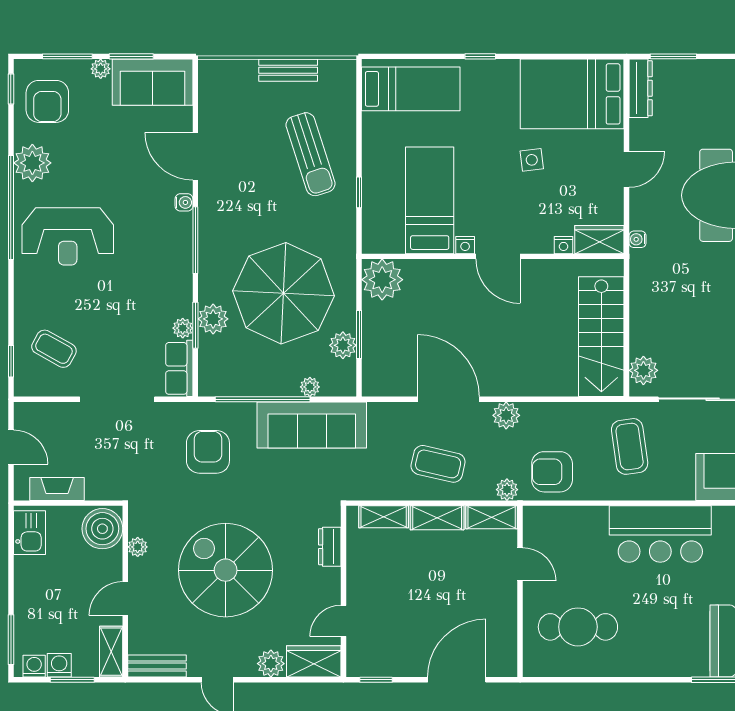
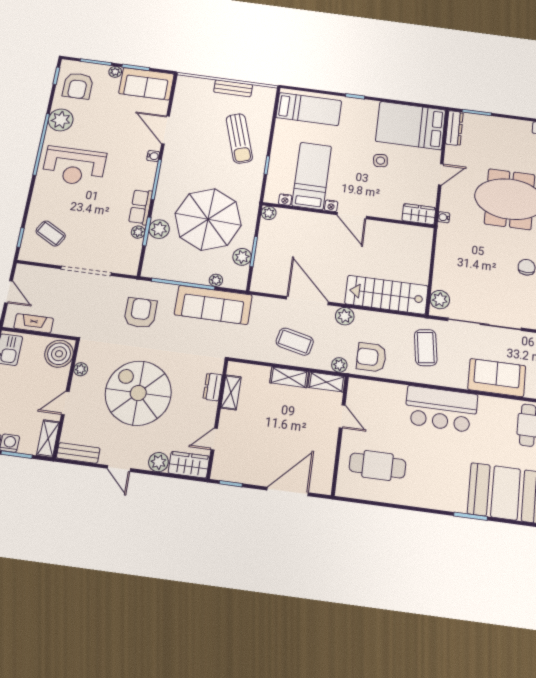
nightstand: (564, 245) -> (285, 200), moved
plant: (382, 280) -> (269, 213), width x0.53, depth x0.53
stairs: (601, 337) -> (386, 295), moved, turned 90
row of seats: (179, 368) -> (141, 207), moved
shelving: (384, 517) -> (231, 392), moved, turned 90

